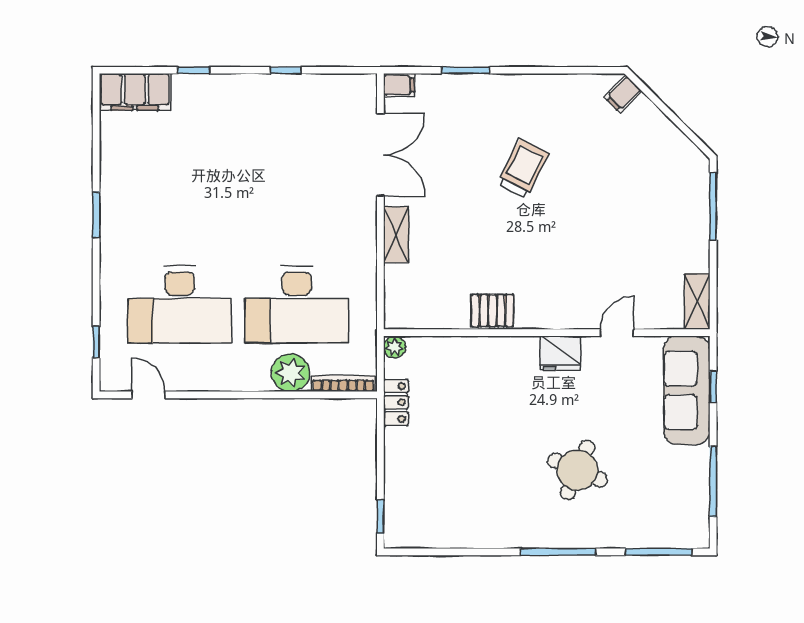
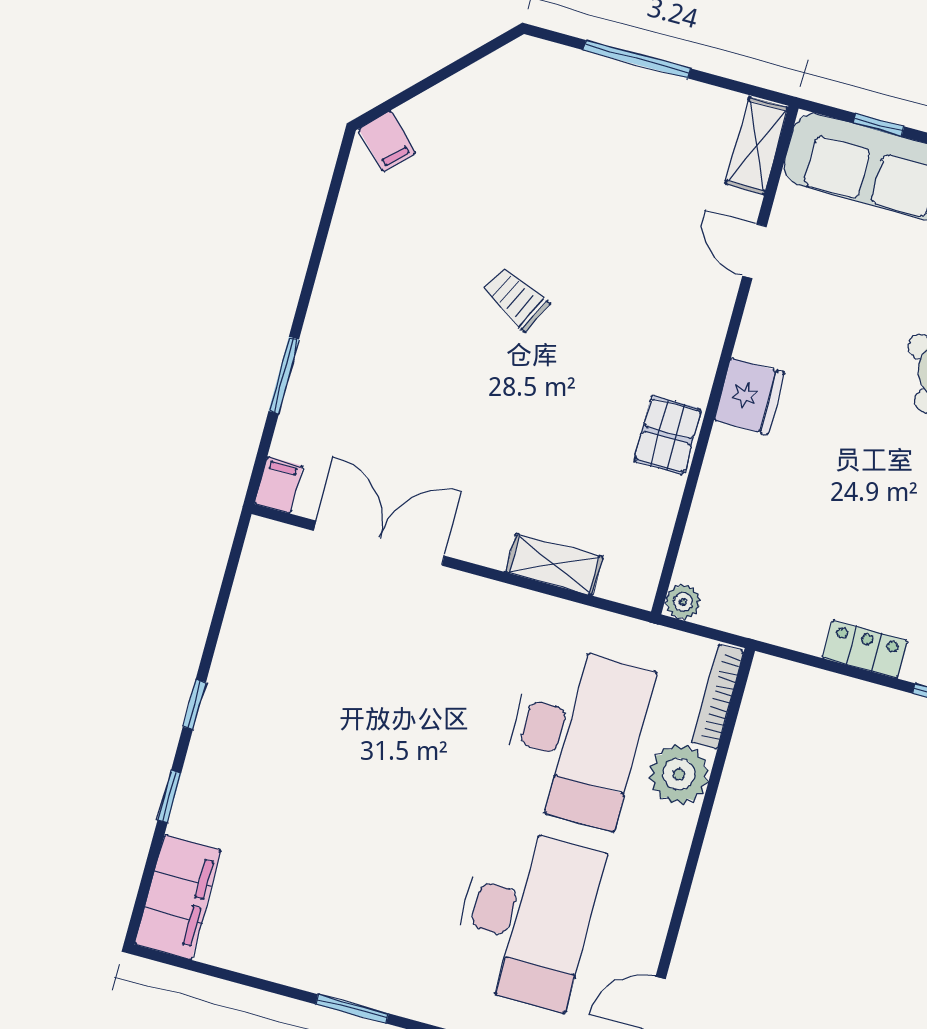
window: (286, 70) -> (194, 705), moved
trolley: (523, 168) -> (516, 298), moved, width x0.73, depth x0.72
window: (713, 206) -> (637, 59), moved
shelving: (396, 235) -> (554, 565), moved
shelving: (697, 301) -> (757, 146), moved, turned 90
fridge: (560, 353) -> (749, 396), moved
locker: (396, 402) -> (865, 649), moved

